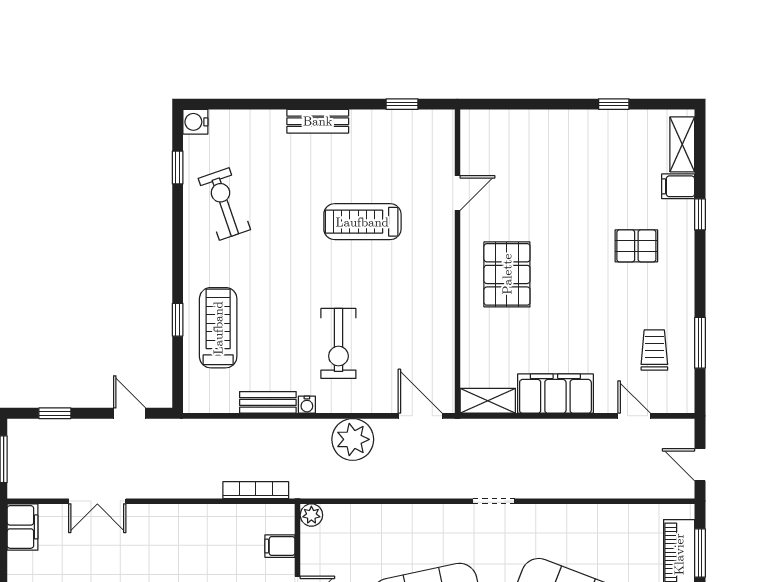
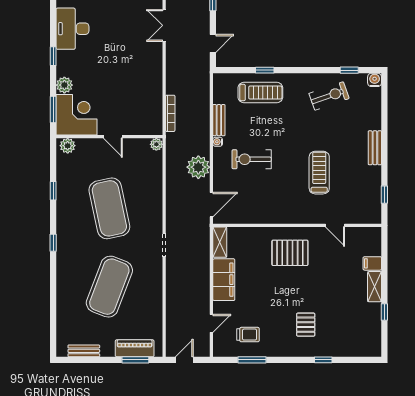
shelving: (682, 144) -> (375, 287), moved, turned 90
filing cabinet: (678, 186) -> (372, 263), moved, turned -90
filing cabinet: (280, 546) -> (139, 127), removed

